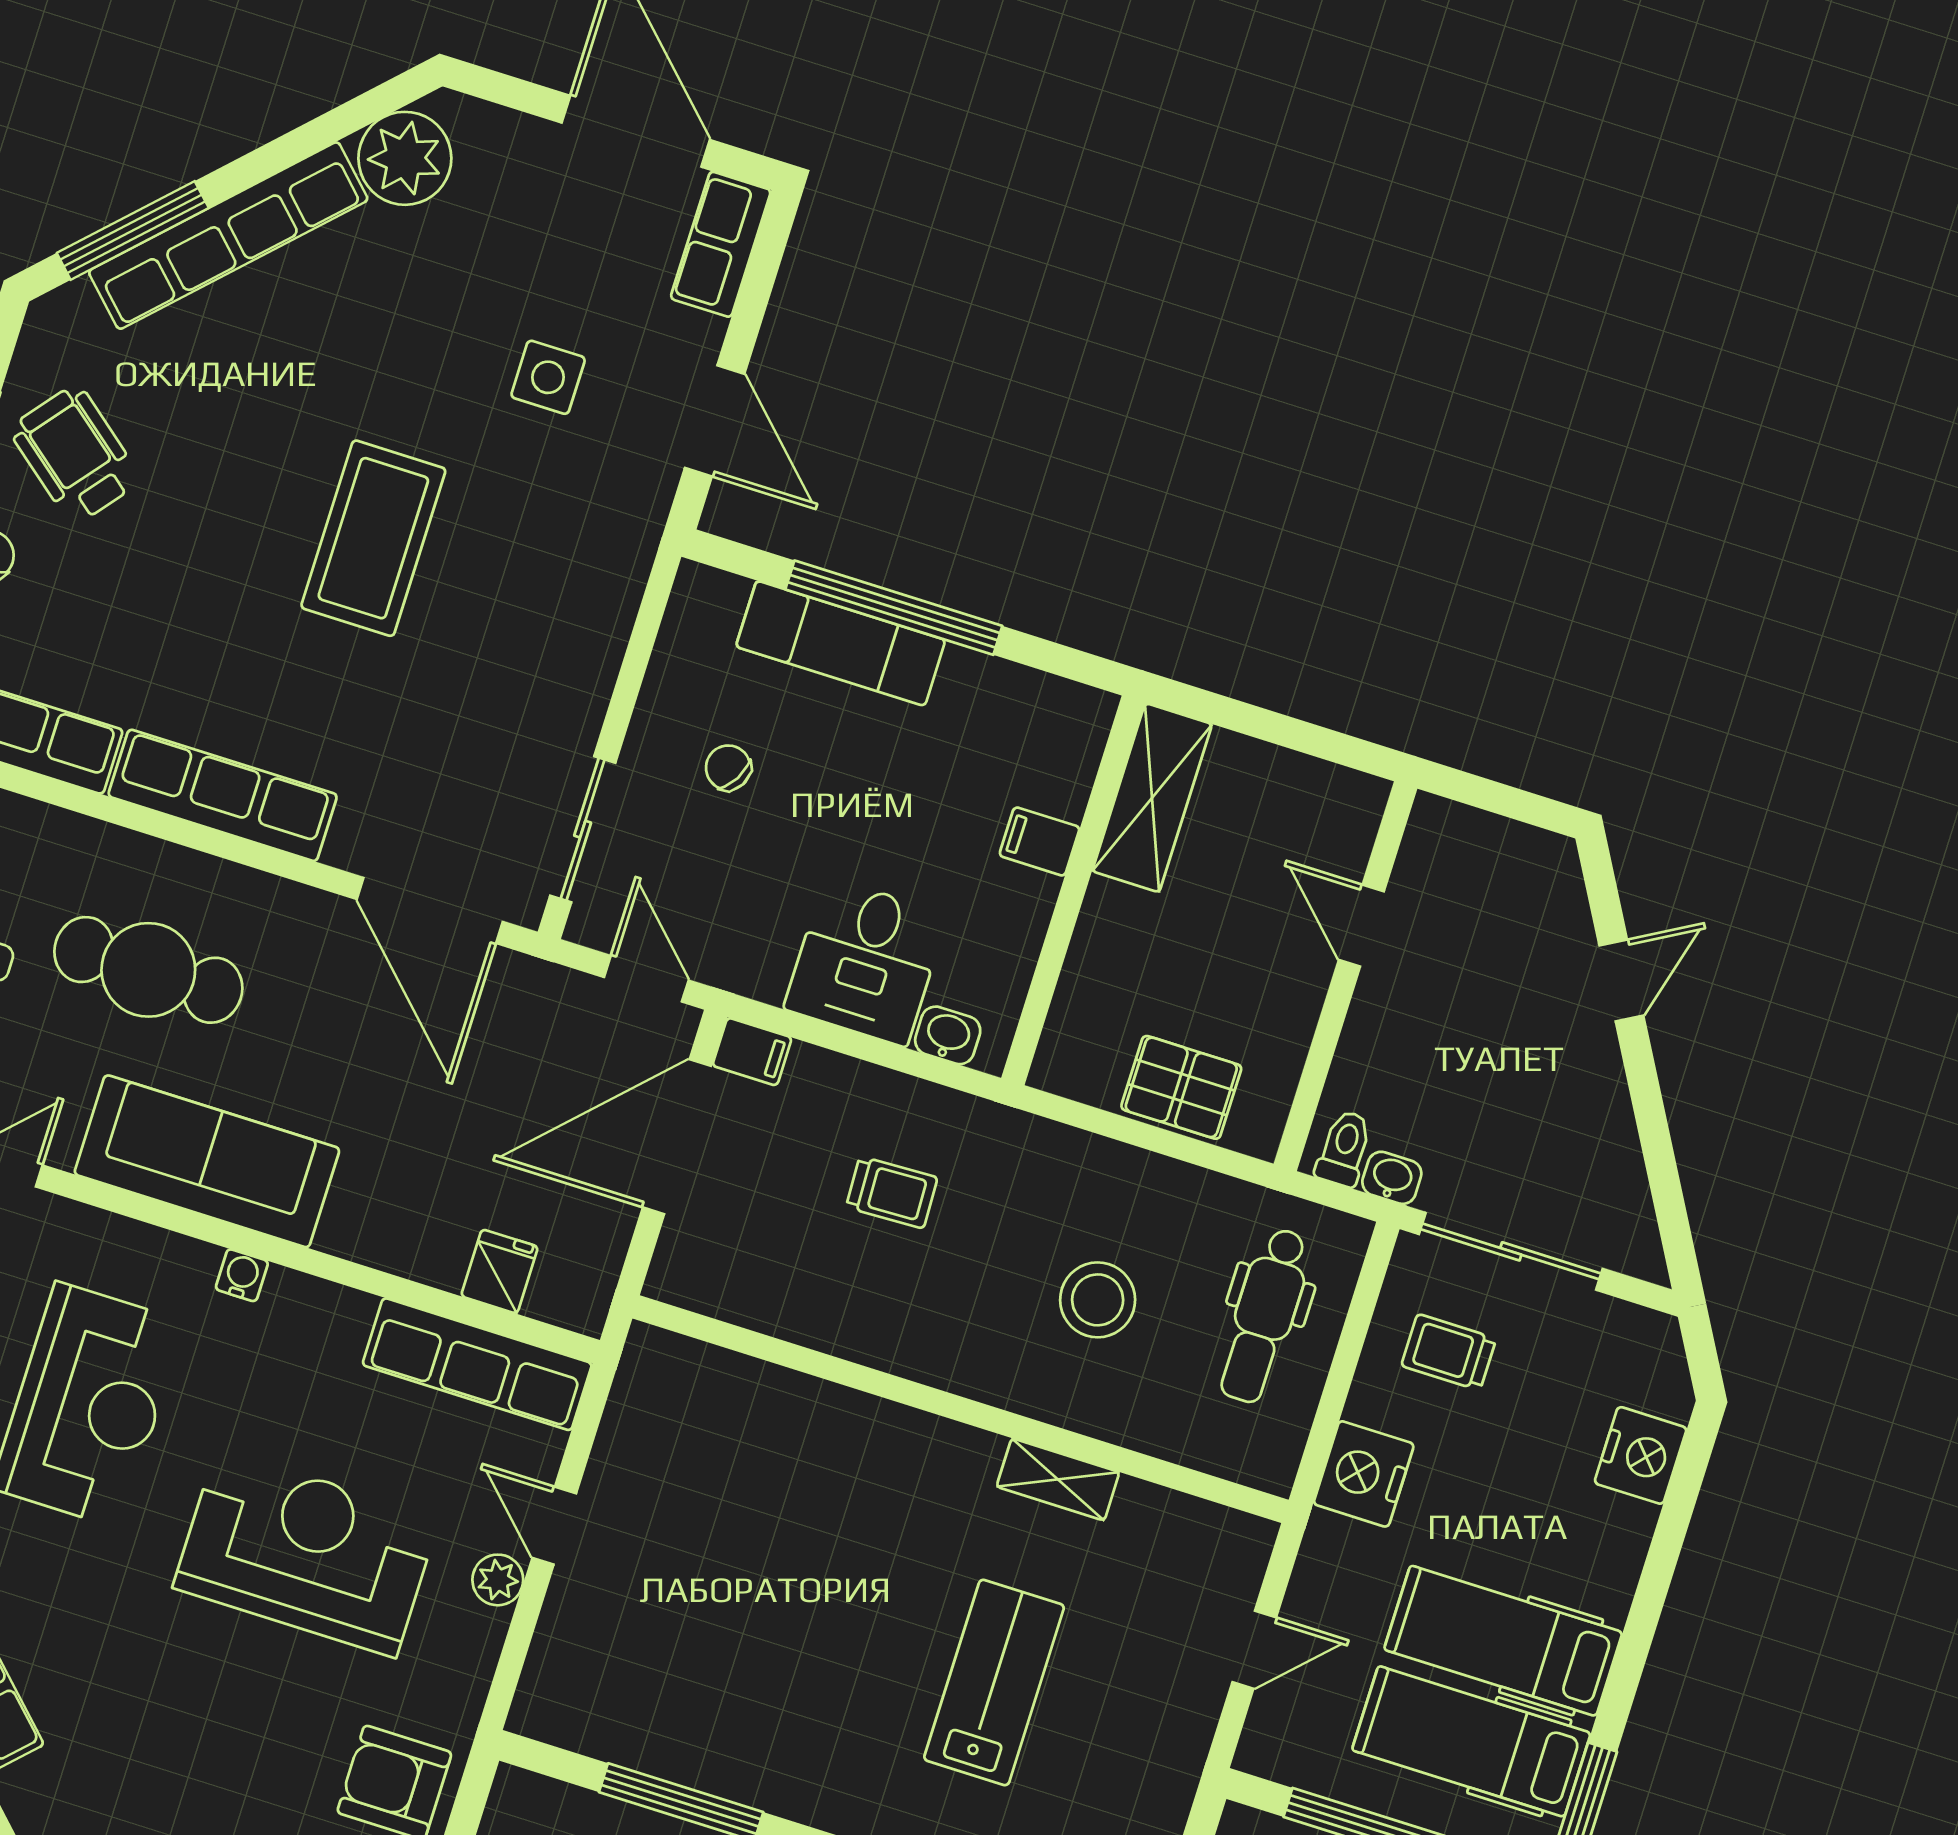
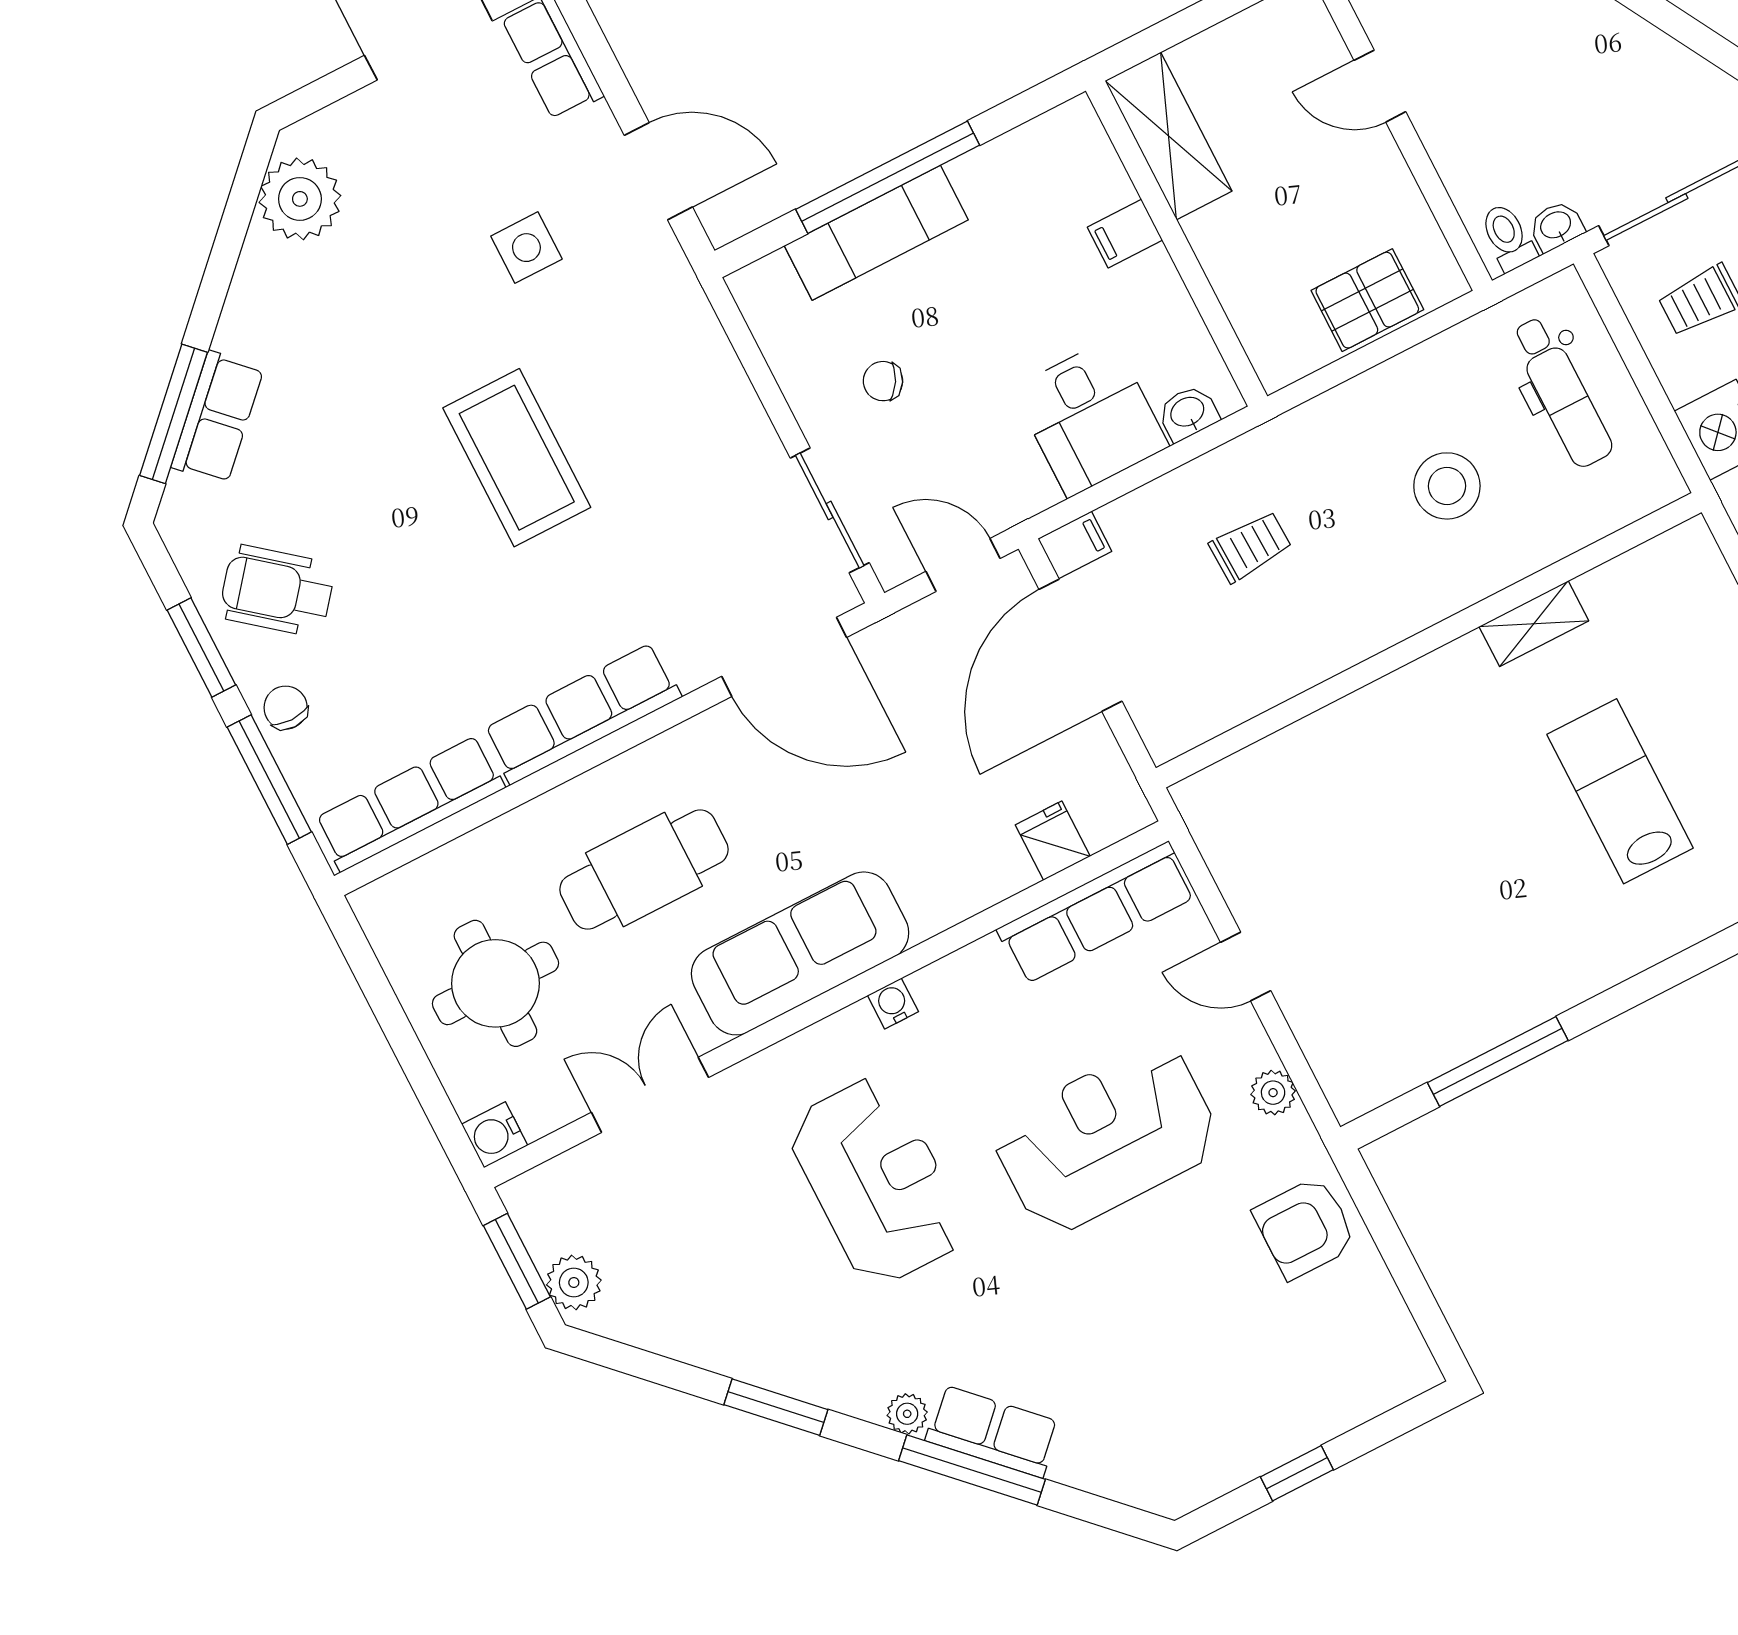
row of seats: (228, 236) -> (218, 417), width x0.50
plant: (498, 1580) -> (1273, 1093), moved

